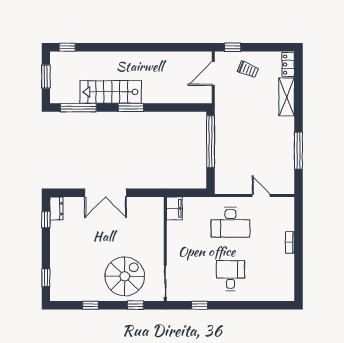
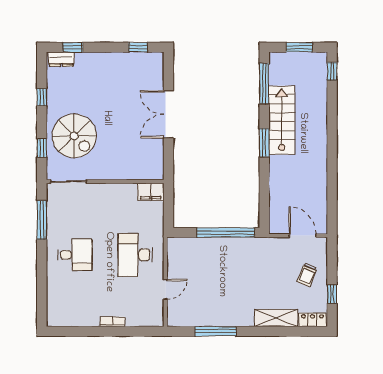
window: (233, 47) -> (332, 294), moved
dresser: (56, 209) -> (61, 59), moved
window: (199, 305) -> (42, 220), width x2.17

